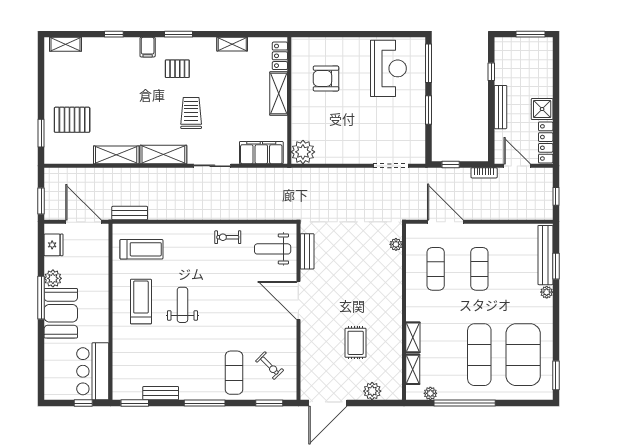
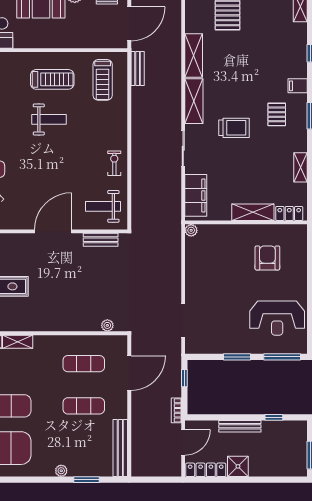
plant: (303, 152) -> (191, 230), width x0.53, depth x0.53
window: (556, 196) -> (154, 480), removed
weight bench: (273, 249) -> (103, 206), turned -90
bench: (545, 255) -> (120, 448), moved, turned 90

